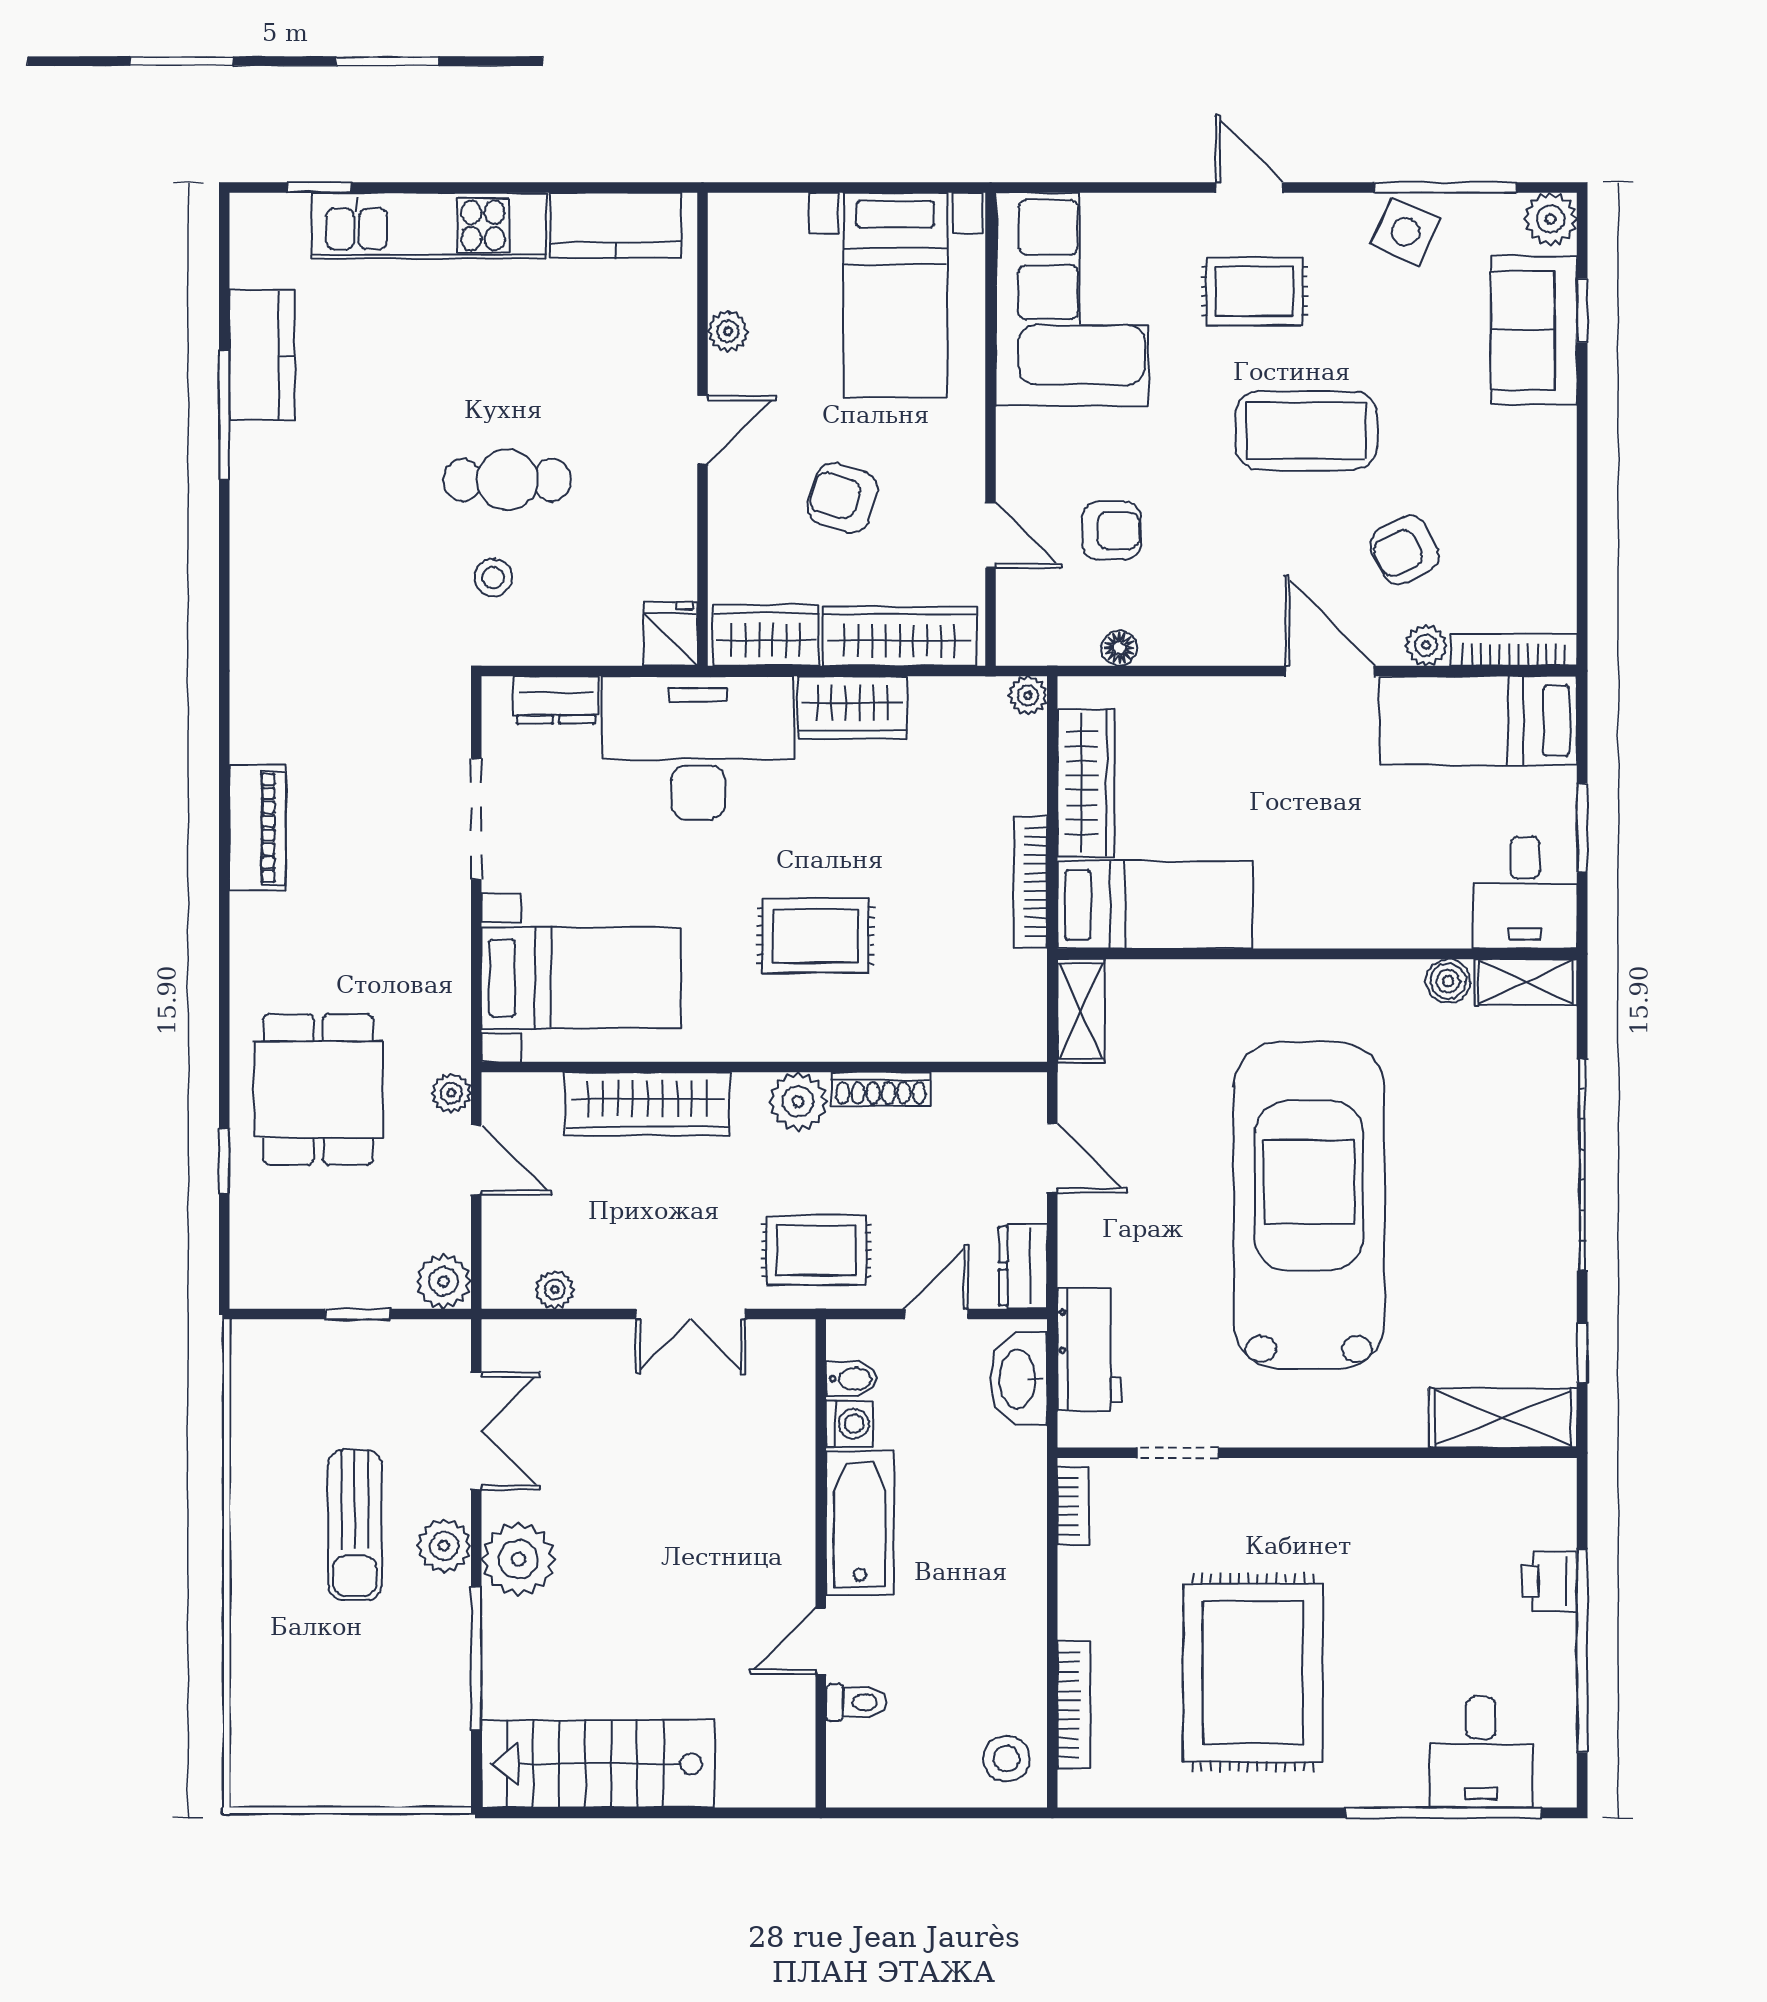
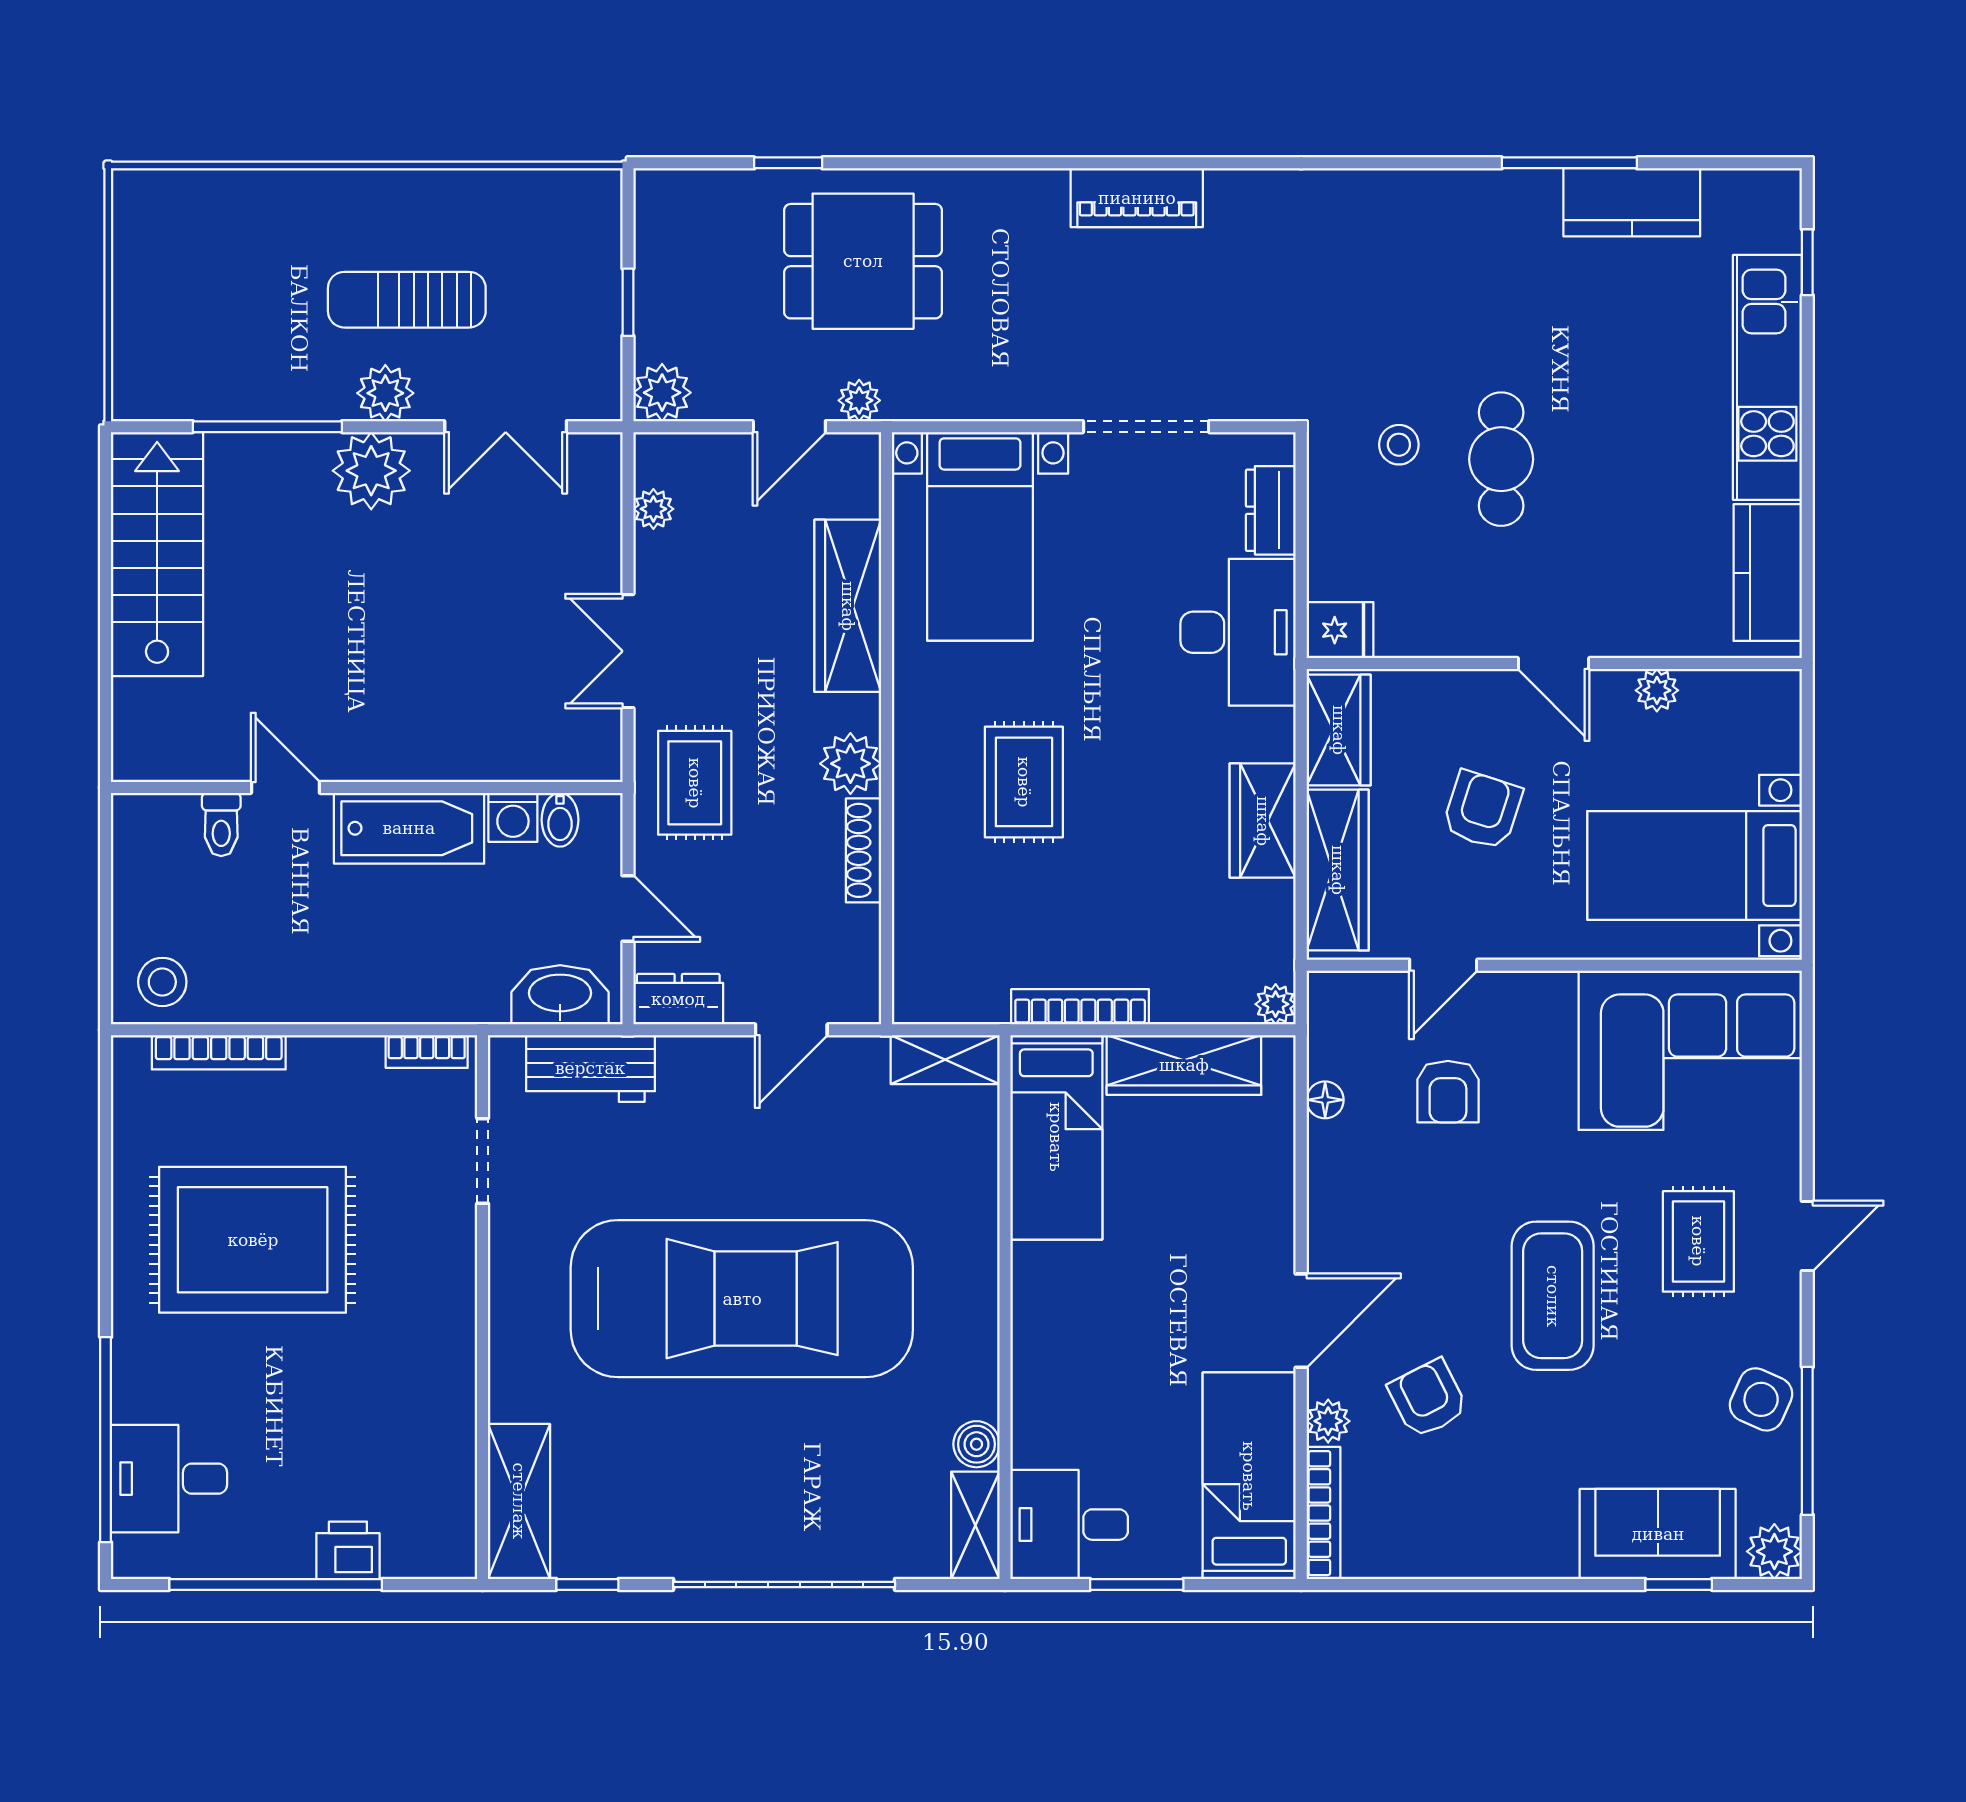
desk: (698, 748) -> (1238, 632), width x0.73, depth x0.77

